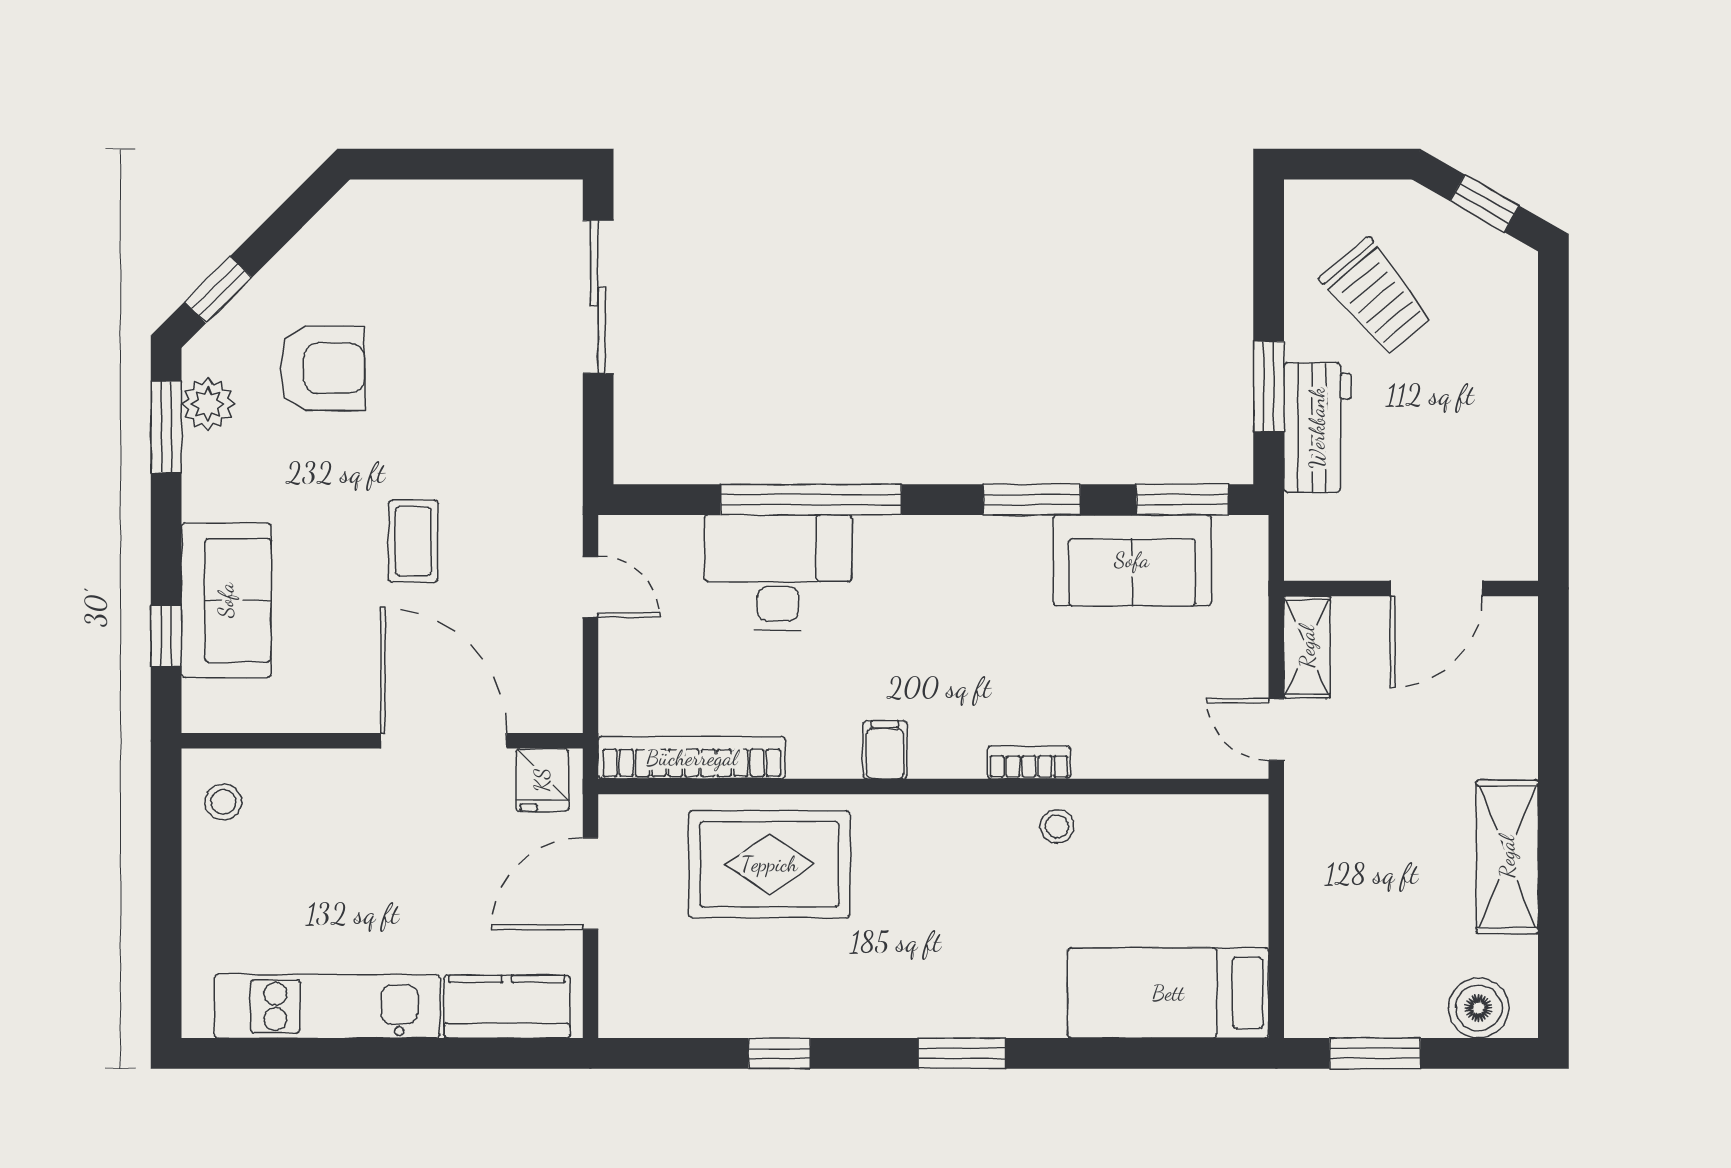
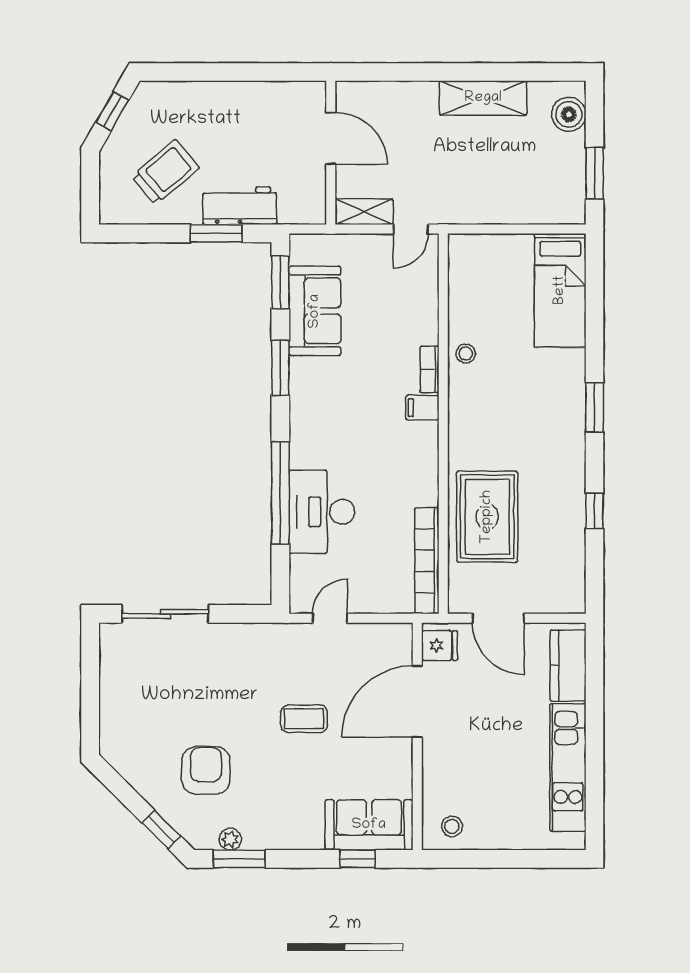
plant: (208, 404) -> (230, 839), width x0.73, depth x0.73
sofa: (226, 600) -> (369, 825), moved
filing cabinet: (885, 750) -> (422, 408), moved

